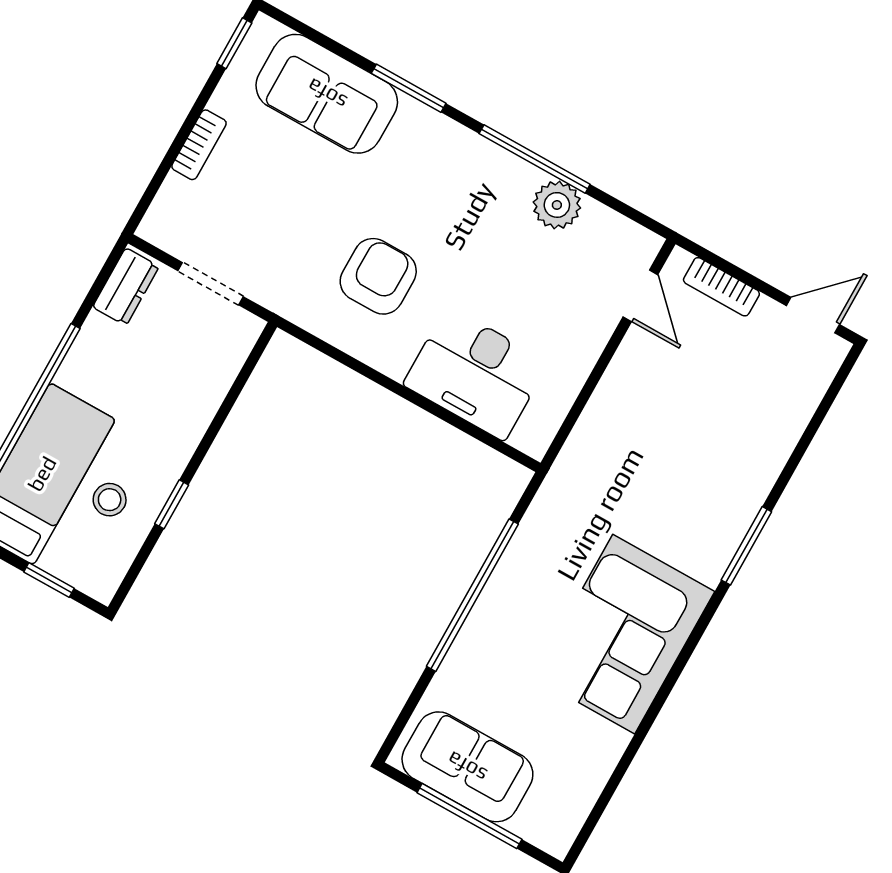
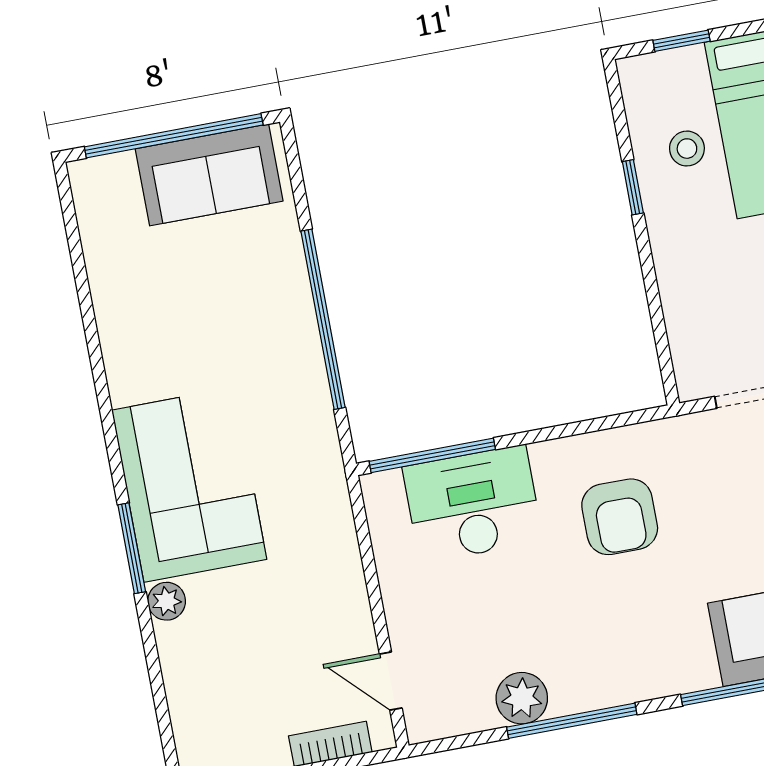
window: (476, 432) -> (432, 455), added
plant: (753, 487) -> (167, 601), added
corner sofa: (624, 634) -> (189, 485), moved
window: (469, 816) -> (174, 136), width x1.46

